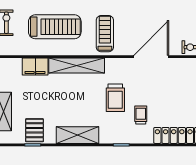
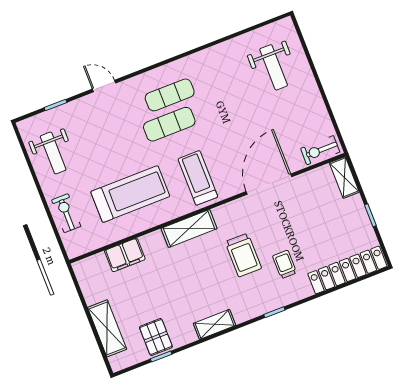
shelving: (77, 66) -> (189, 229), width x0.68
shelving: (77, 135) -> (214, 324), width x0.67, depth x0.75

